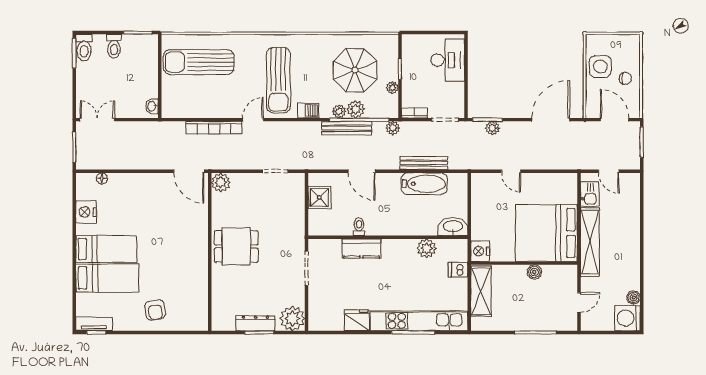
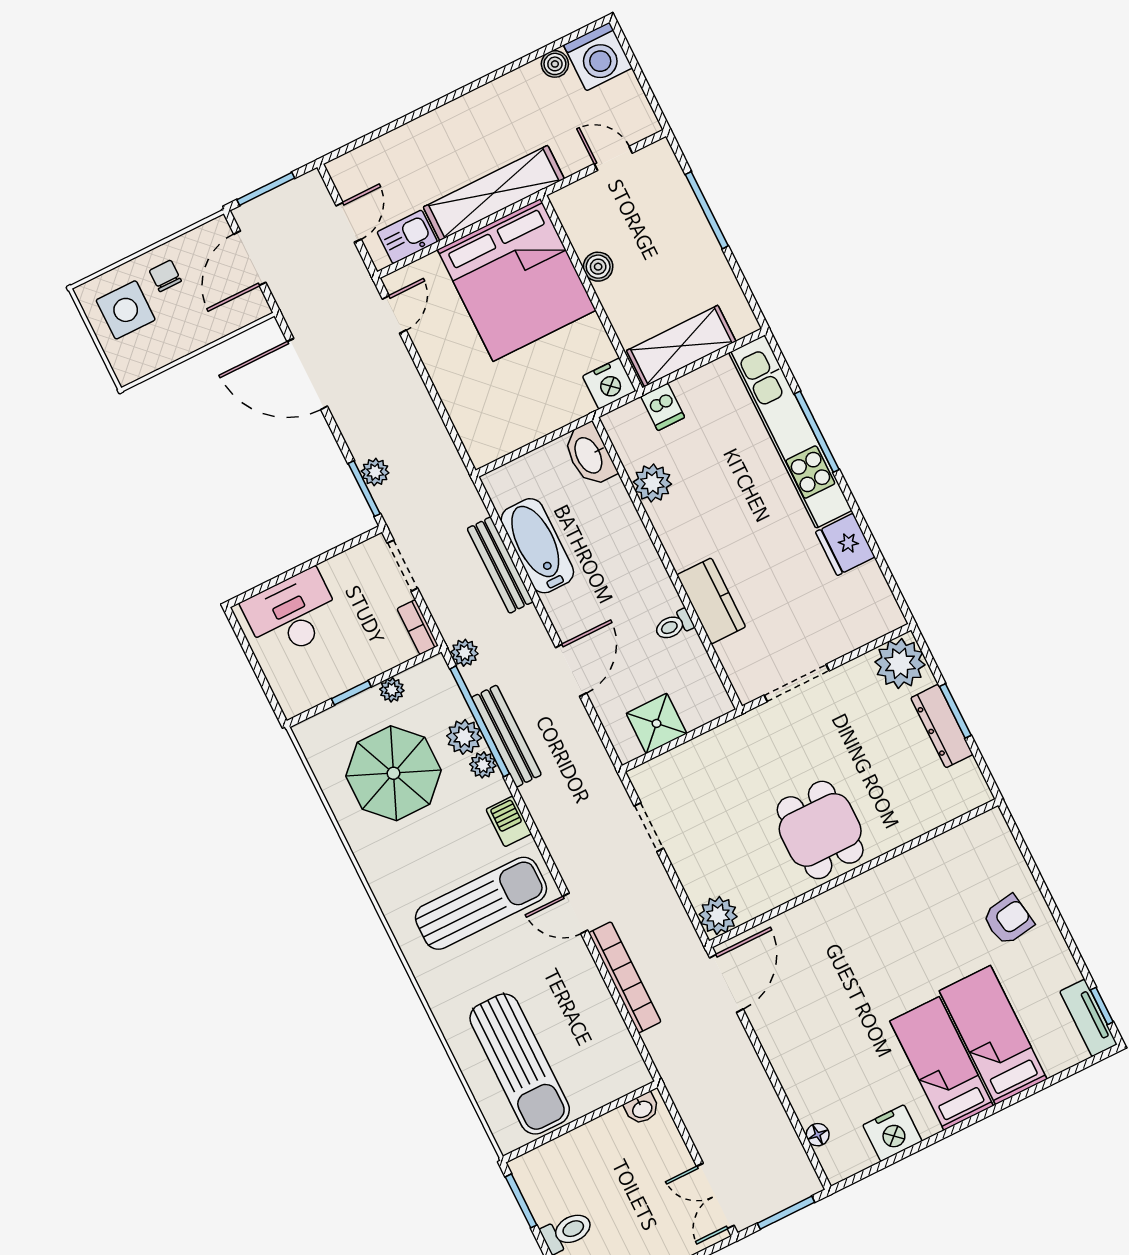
side table: (600, 66) -> (126, 310), moved
door: (511, 171) -> (394, 315), moved

